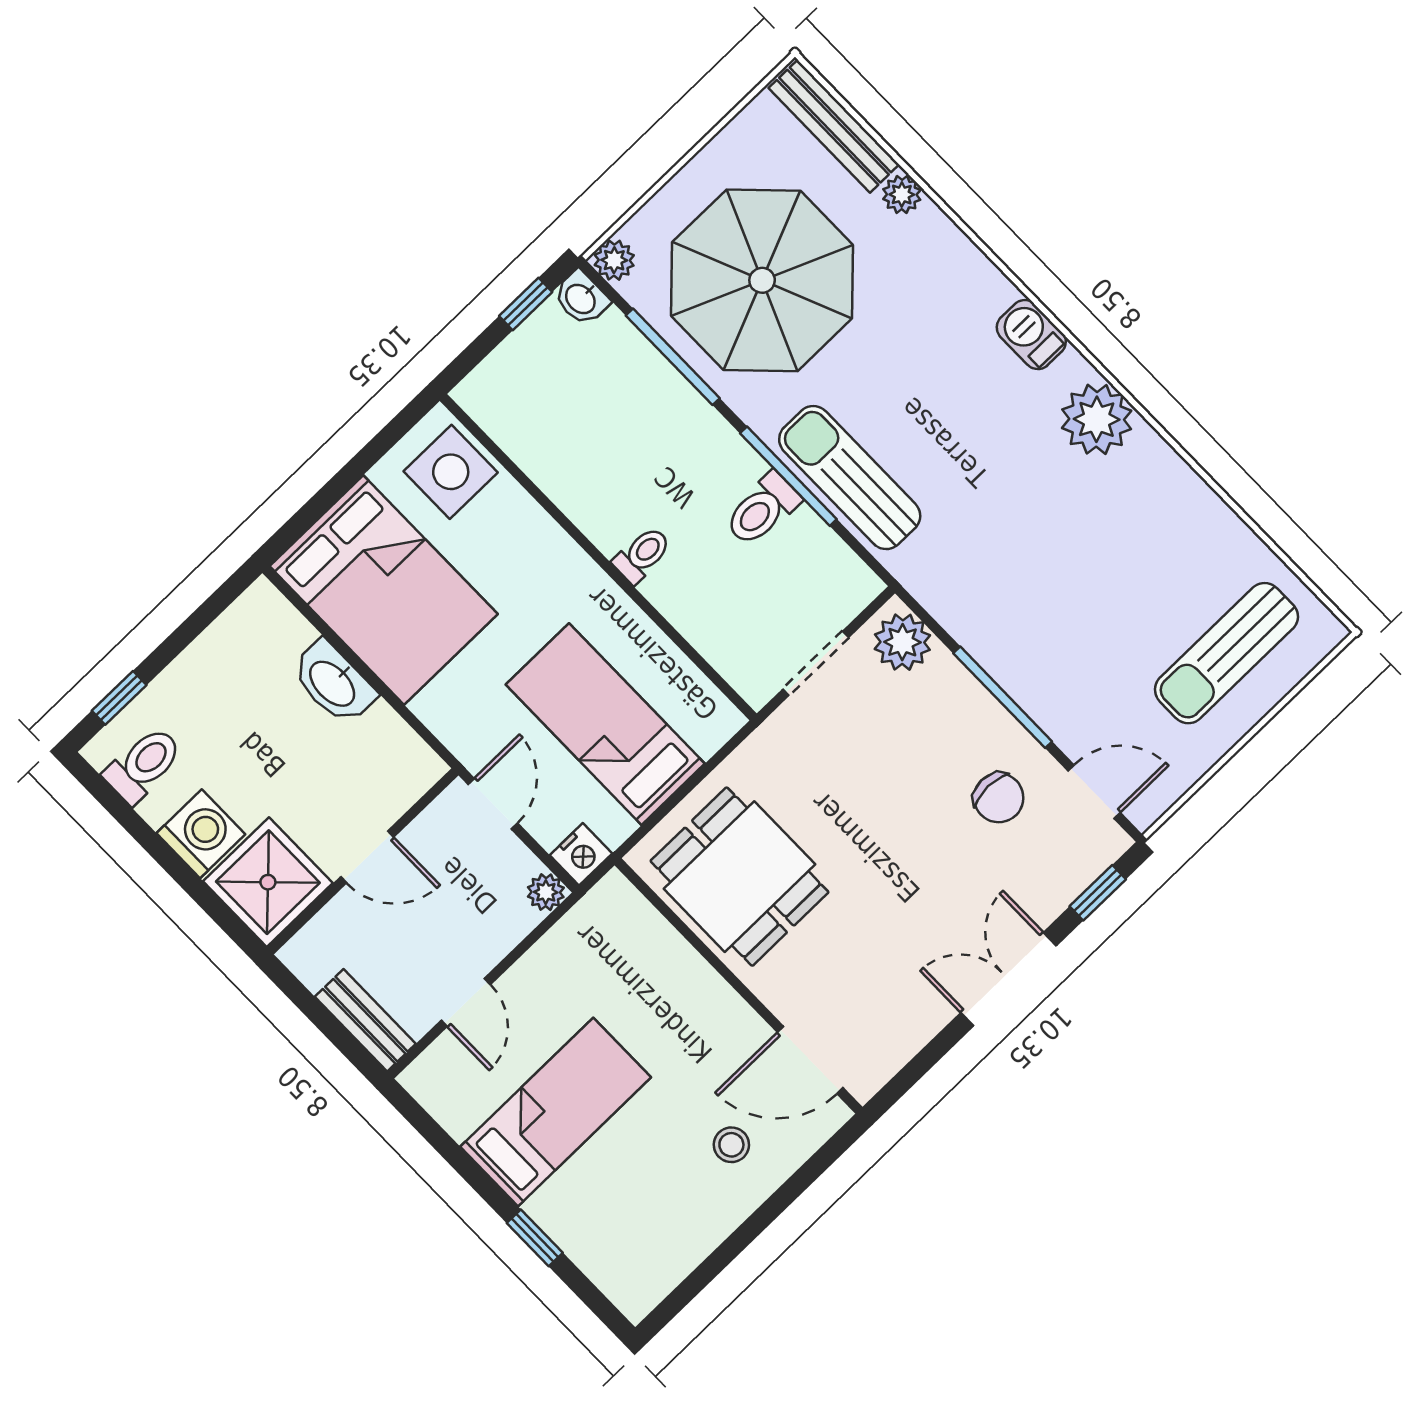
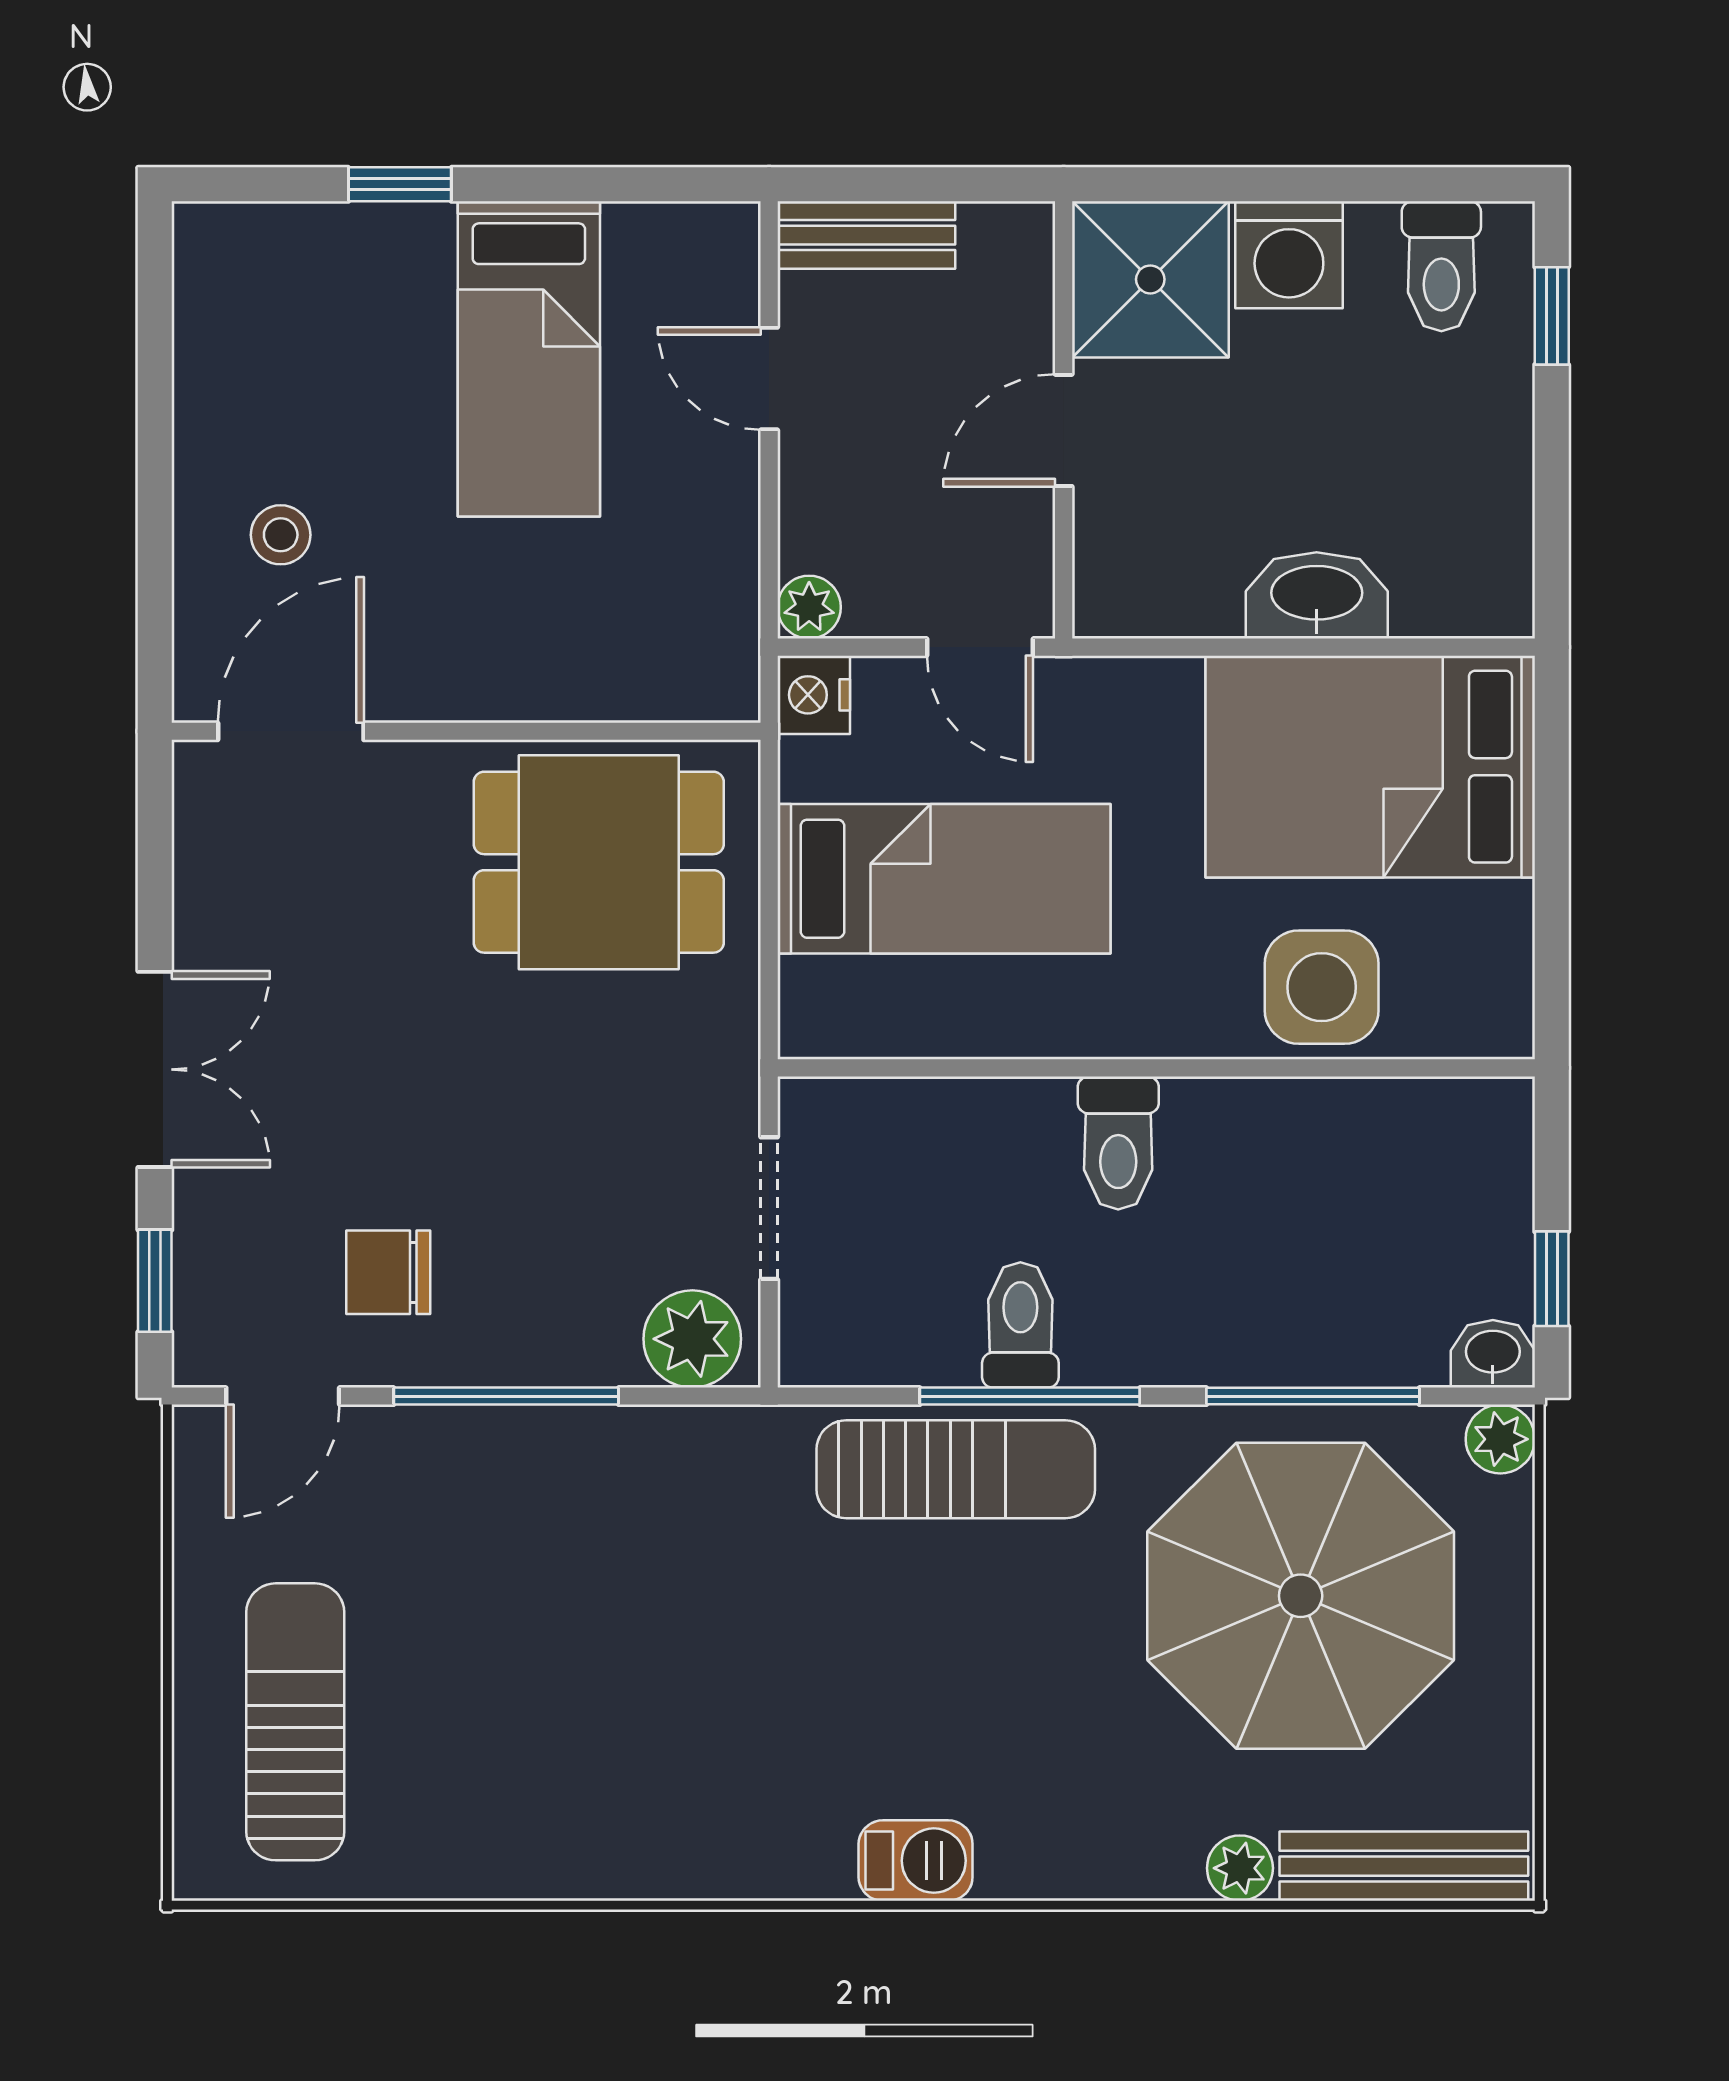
plant: (1097, 419) -> (735, 1840), removed
side table: (451, 472) -> (1322, 987), moved
toilet: (642, 555) -> (1118, 1143), width x1.37, depth x1.39

